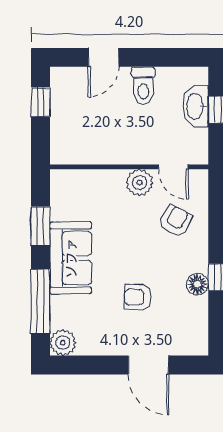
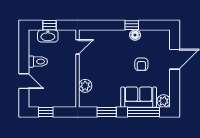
plant: (140, 183) -> (85, 86), moved
armchair: (176, 221) -> (104, 46), removed
sofa: (71, 258) -> (139, 97), moved

